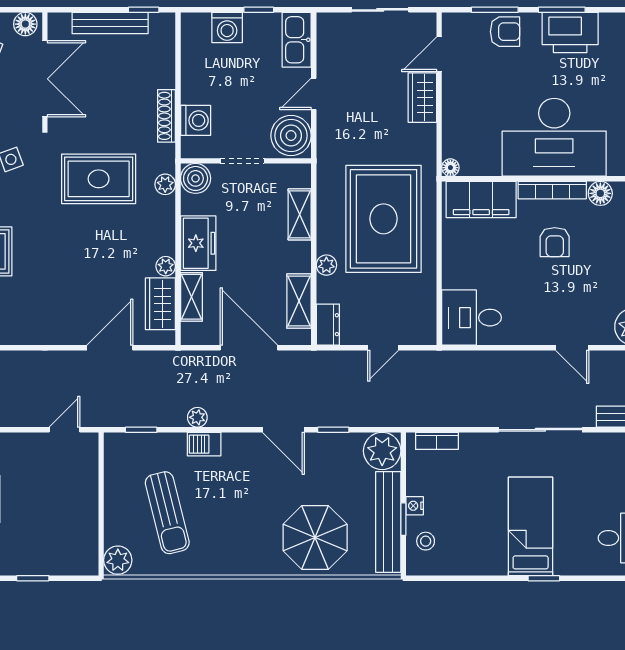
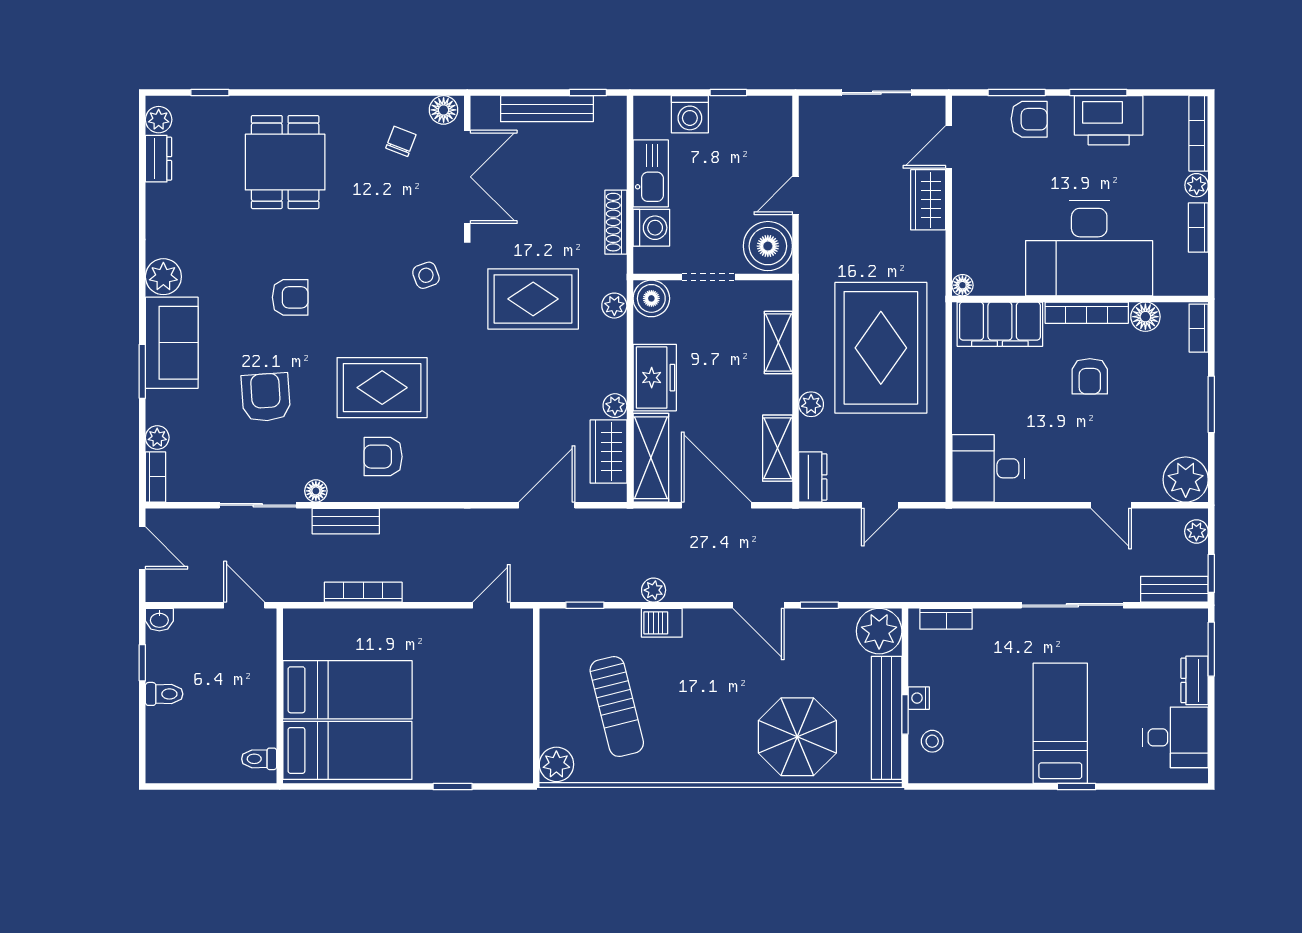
kitchen sink: (297, 40) -> (651, 173), moved, turned 180
shelving: (191, 297) -> (651, 458), width x1.50, depth x1.33

